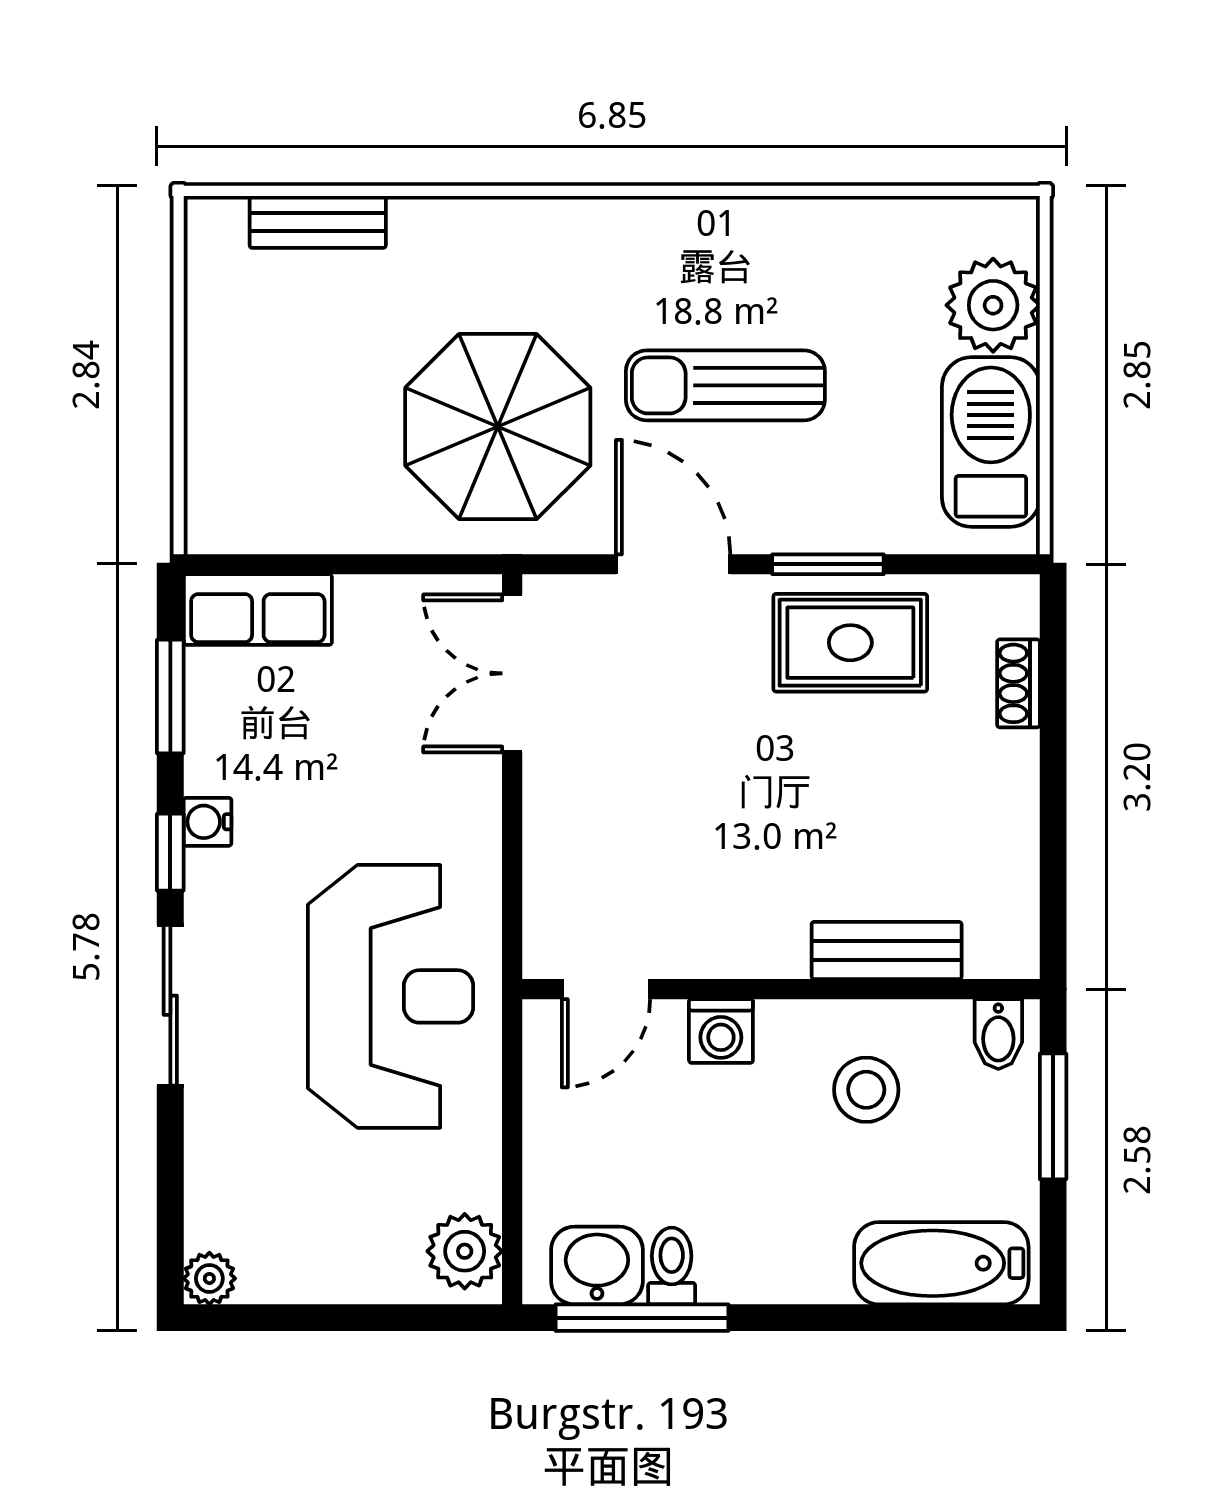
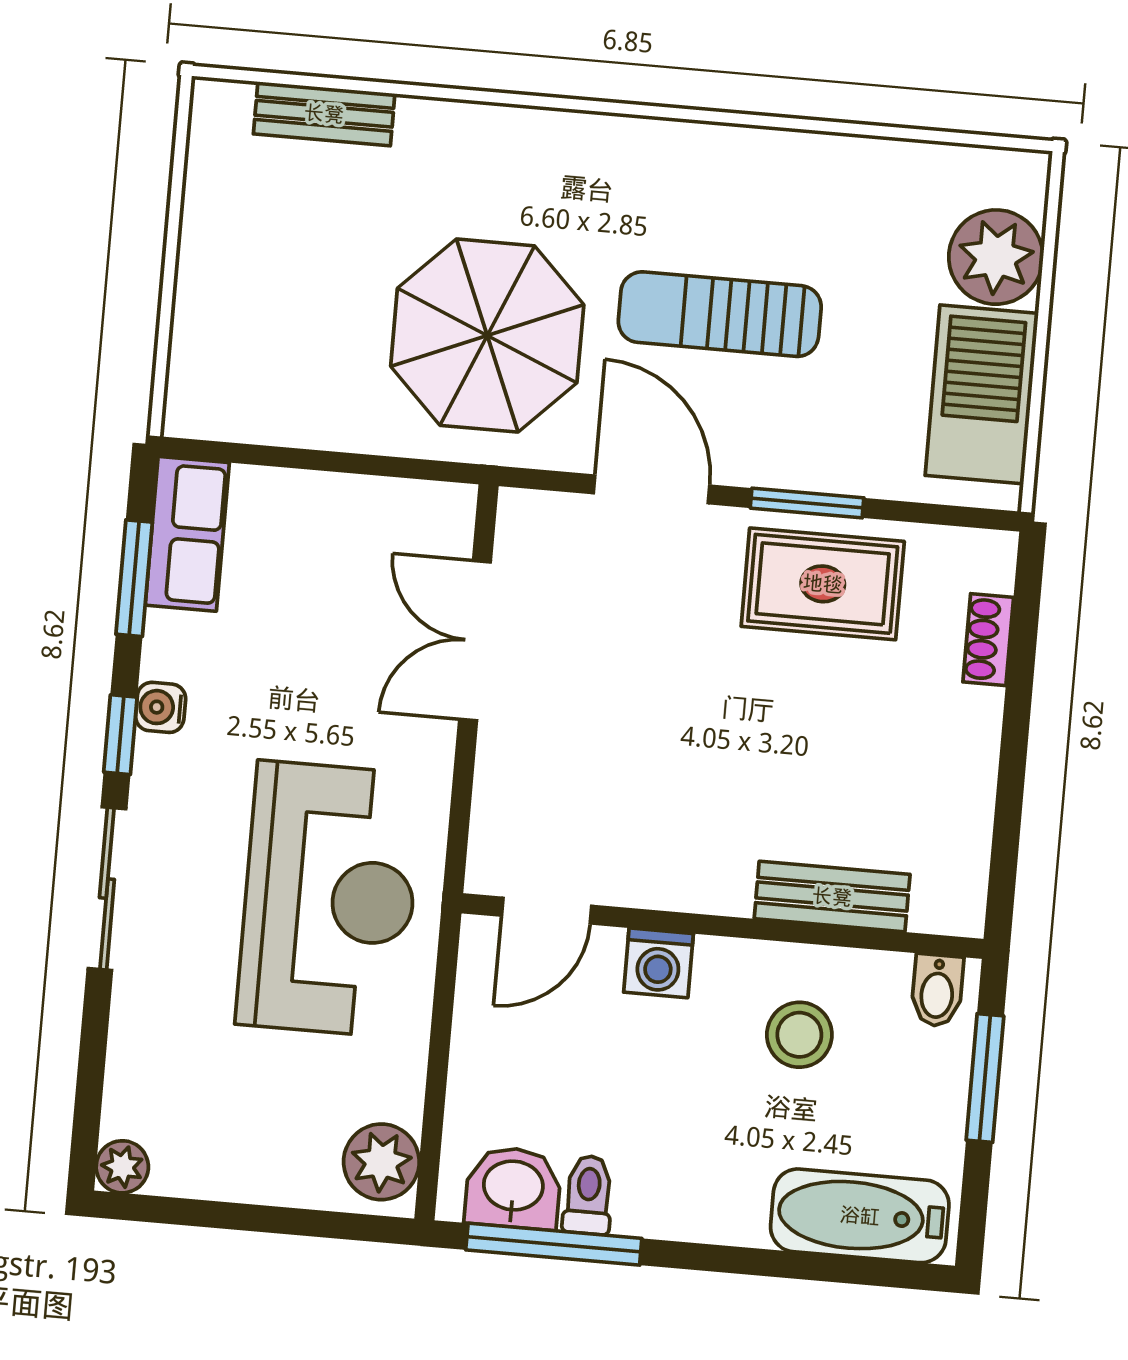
row of seats: (258, 610) -> (187, 534), moved, turned -90
double door: (512, 673) -> (475, 641), moved

